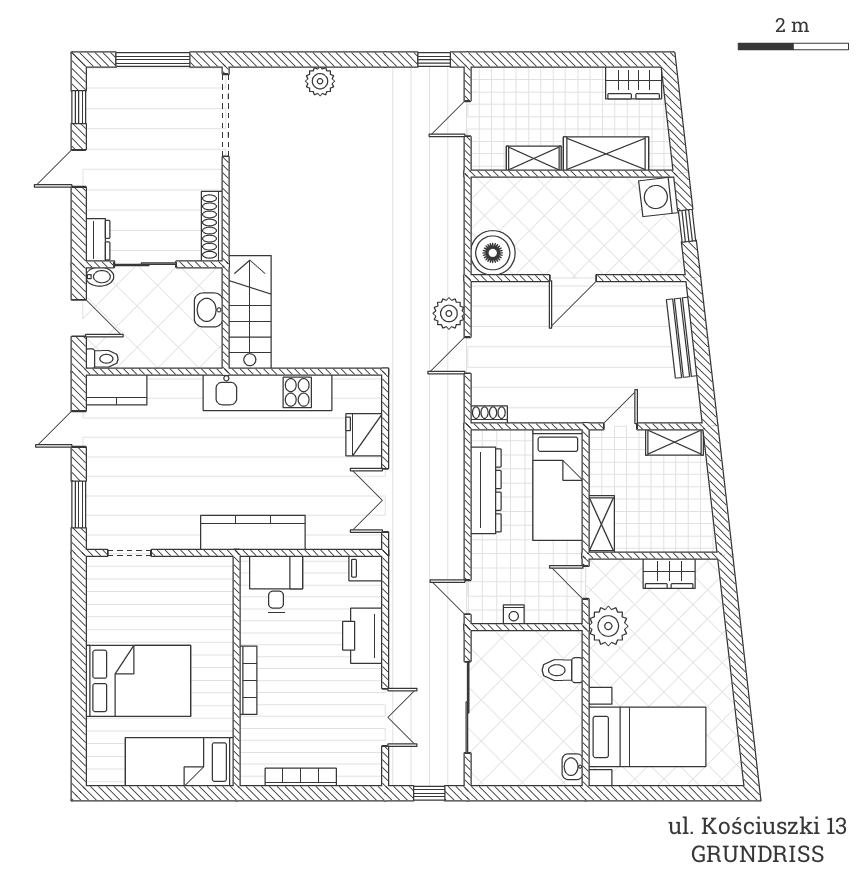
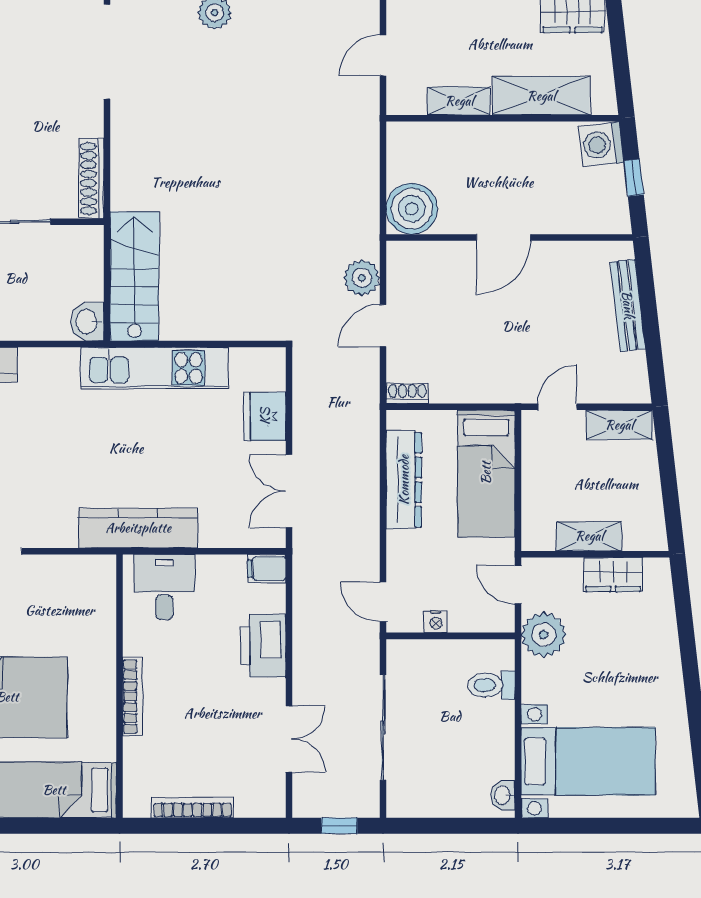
washbasin: (209, 310) -> (87, 322), moved
shelving: (601, 524) -> (589, 536), moved, turned 90

